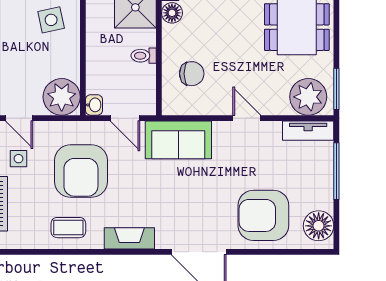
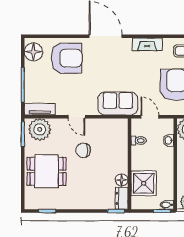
toilet: (144, 56) -> (139, 141), moved
chair: (192, 74) -> (83, 150), moved
washbasin: (94, 105) -> (169, 140), moved

